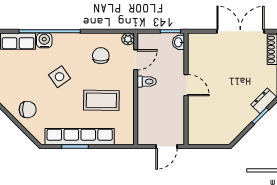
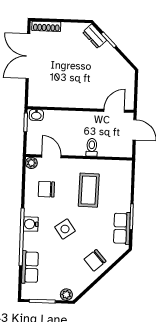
water cooler: (44, 40) -> (31, 224), moved
toilet: (147, 82) -> (92, 147), moved
door: (186, 85) -> (114, 111), moved
chair: (28, 110) -> (95, 260), turned -131
row of seats: (80, 137) -> (122, 228), width x0.50

